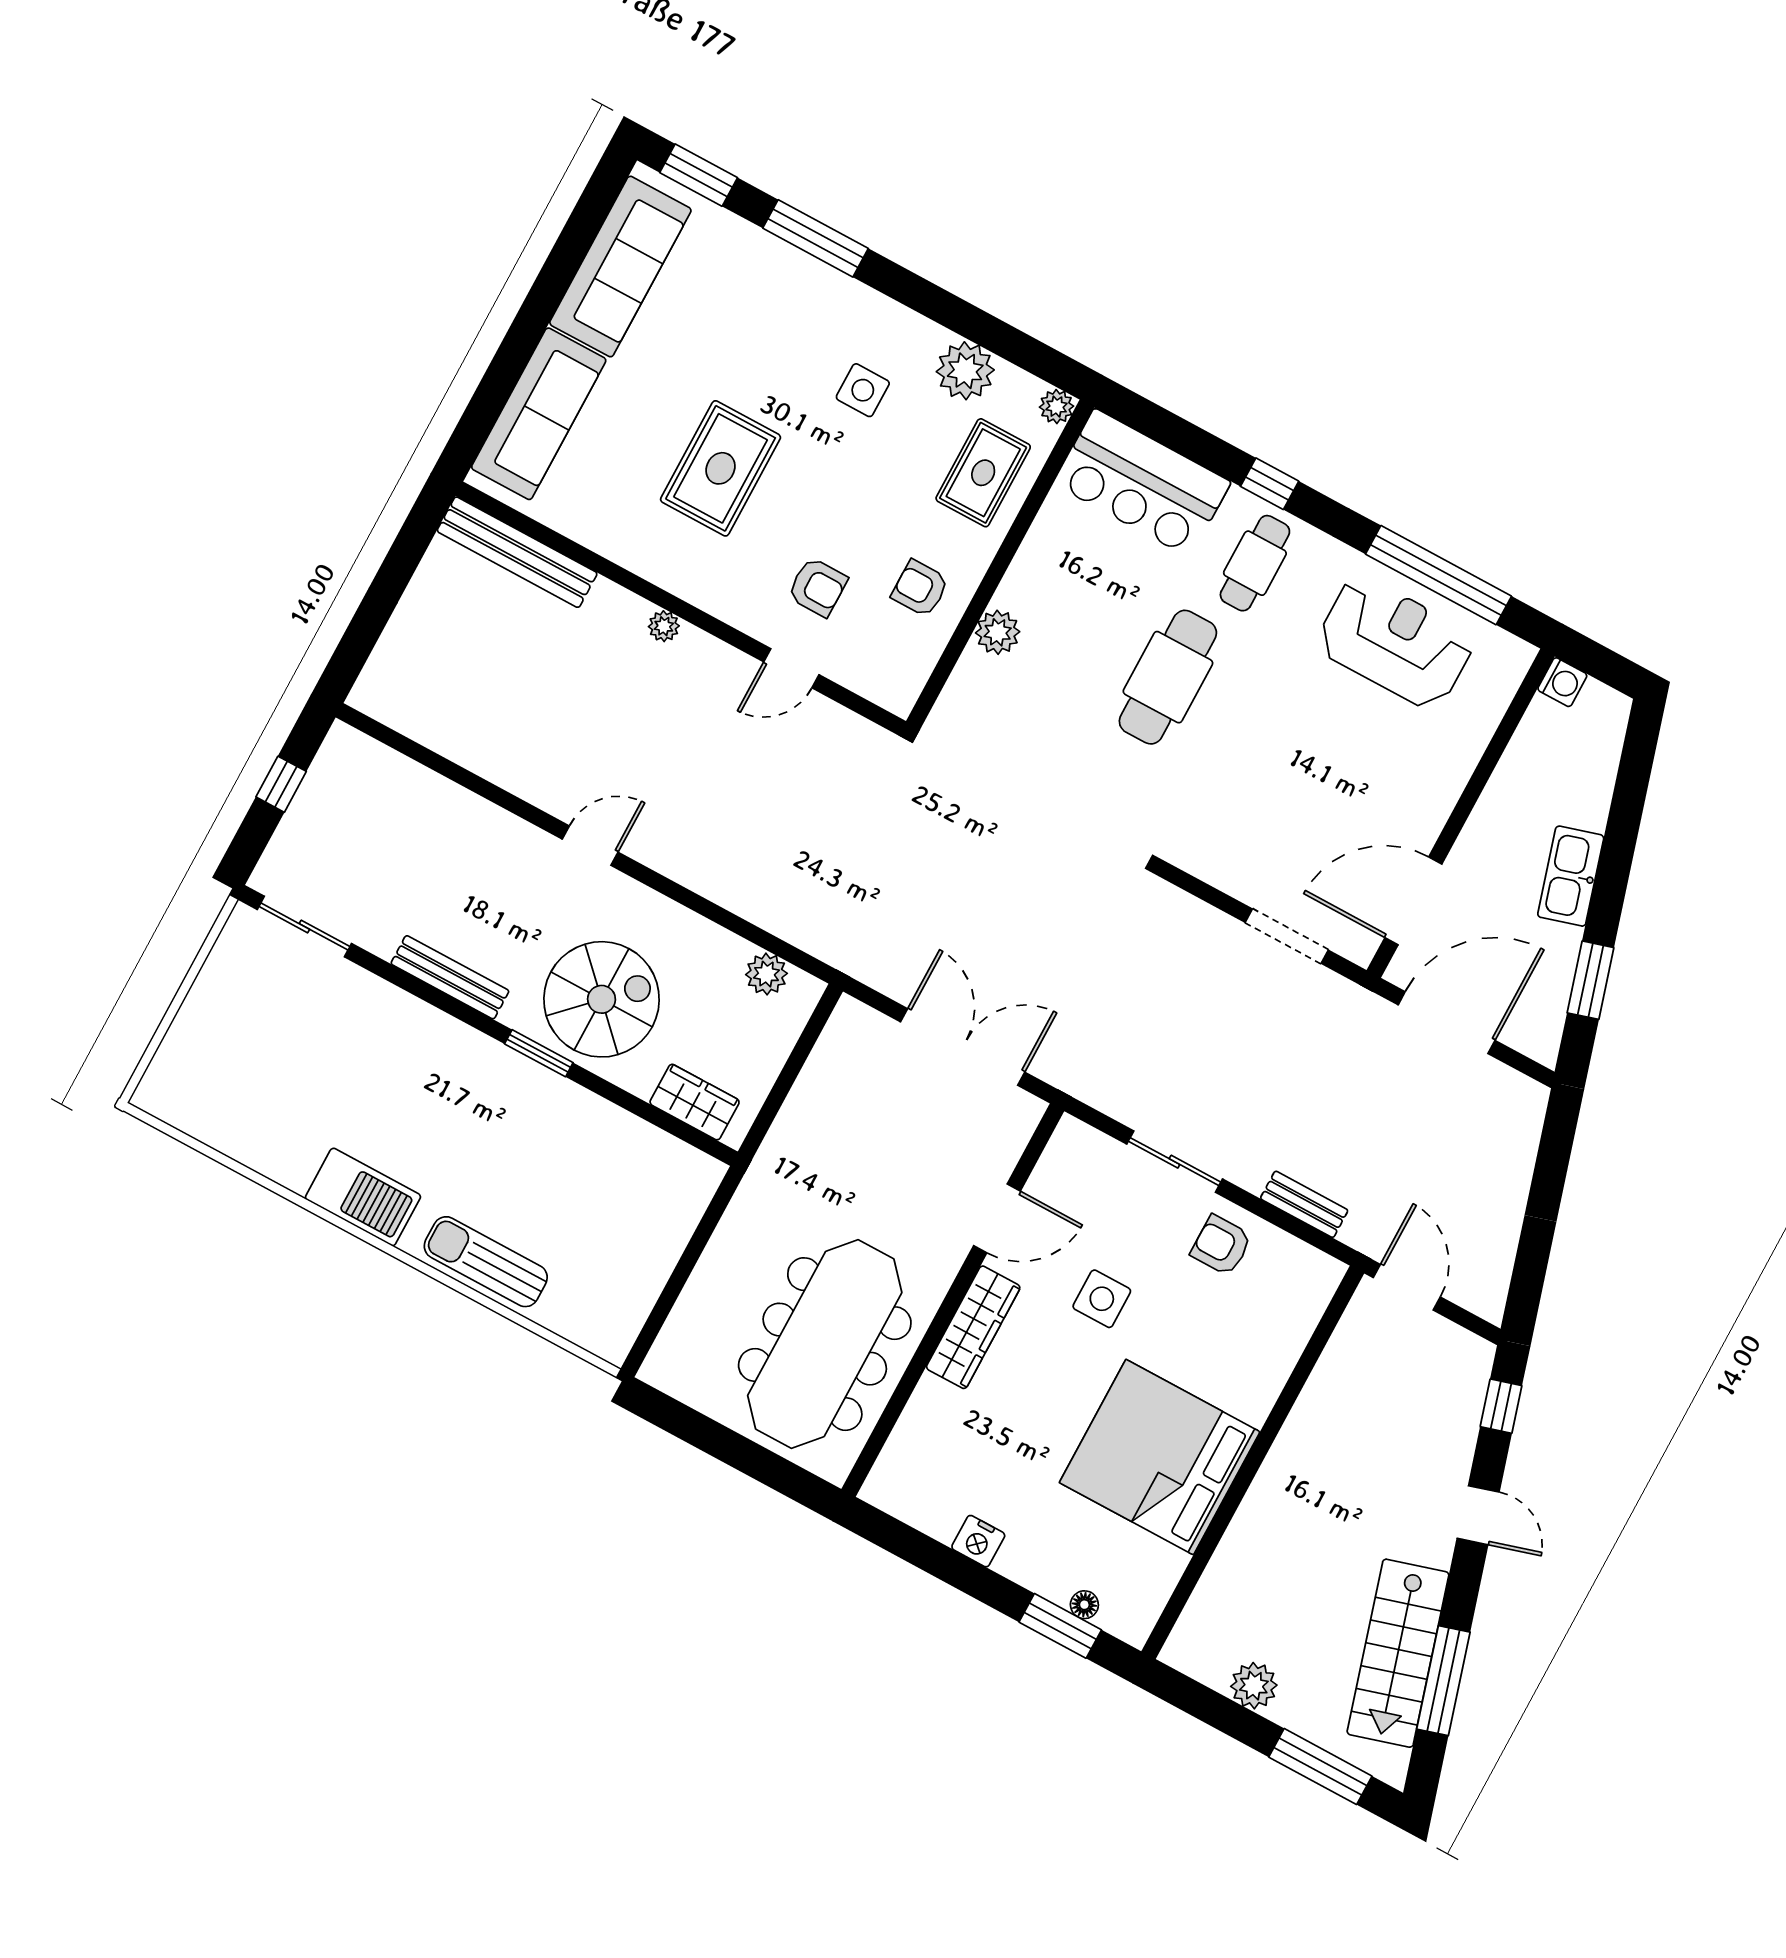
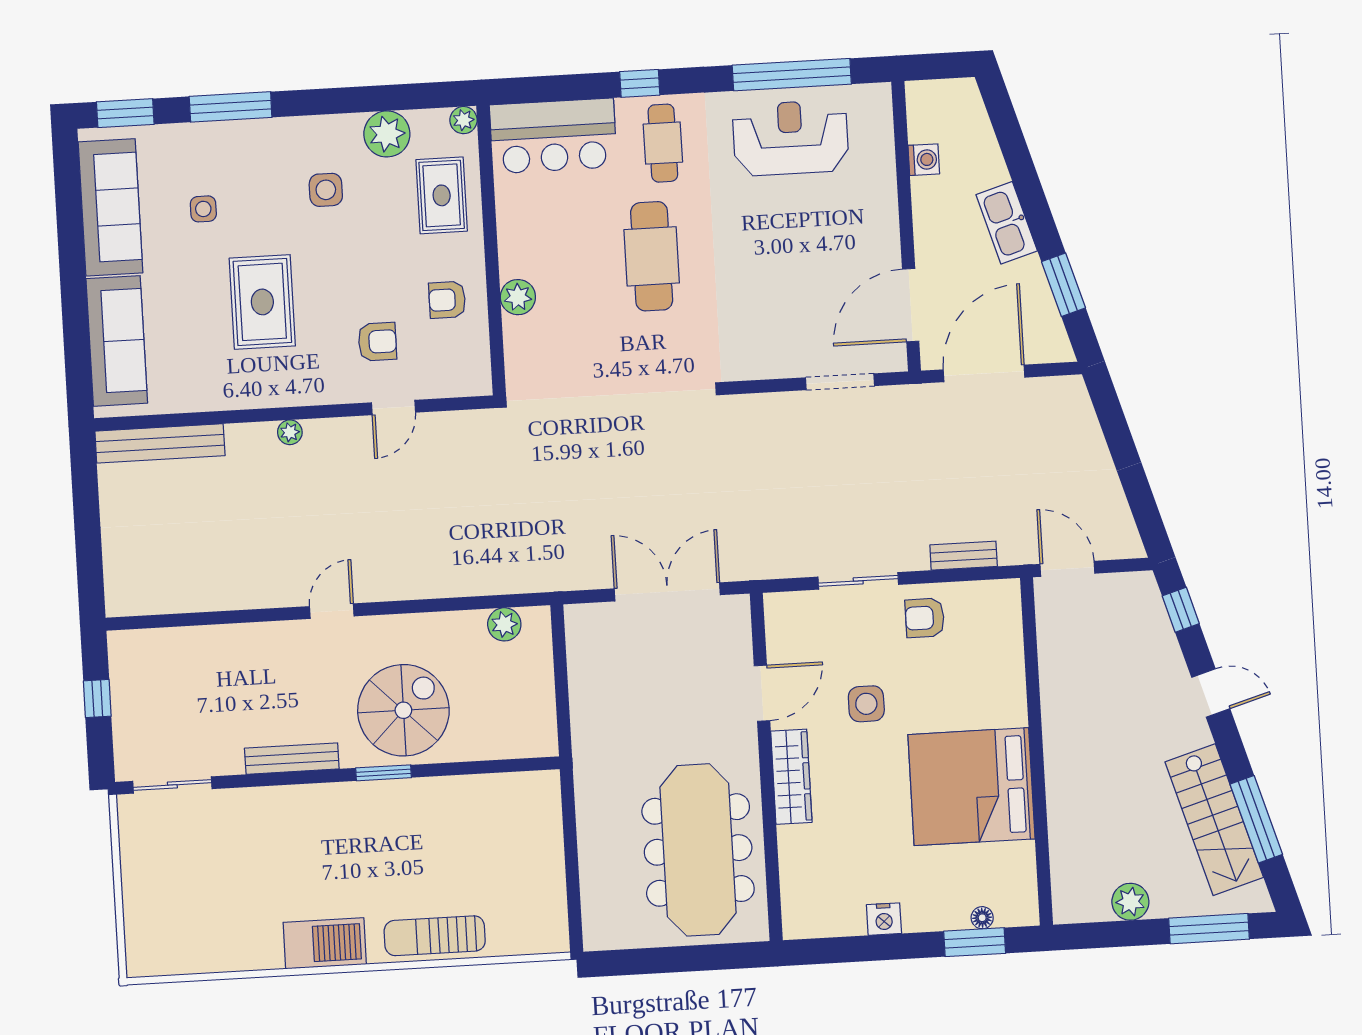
side table: (719, 330) -> (203, 209), added
washing machine: (1562, 682) -> (924, 160), moved
wardrobe: (695, 1102) -> (509, 741), removed

